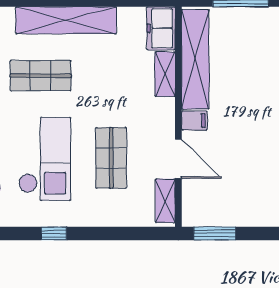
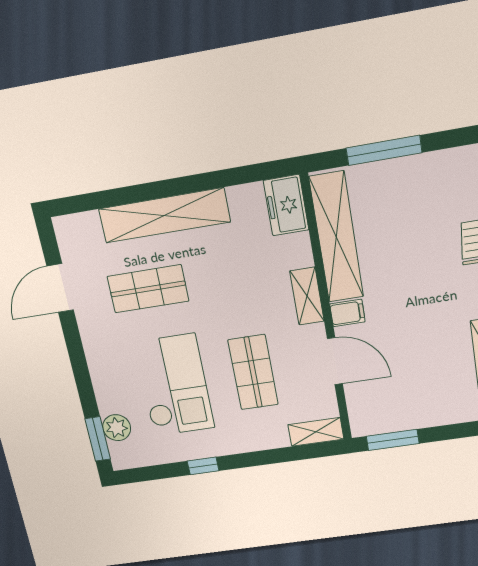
shelving: (165, 74) -> (307, 296), moved
shelving: (165, 201) -> (316, 432), moved, turned 90

